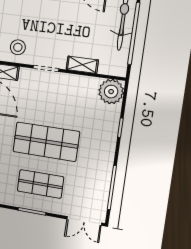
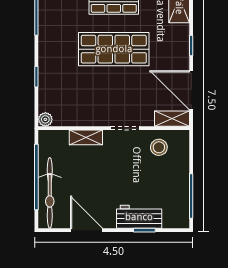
plant: (111, 92) -> (45, 119), width x0.53, depth x0.53

